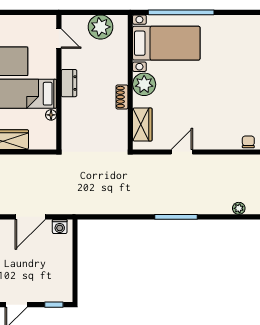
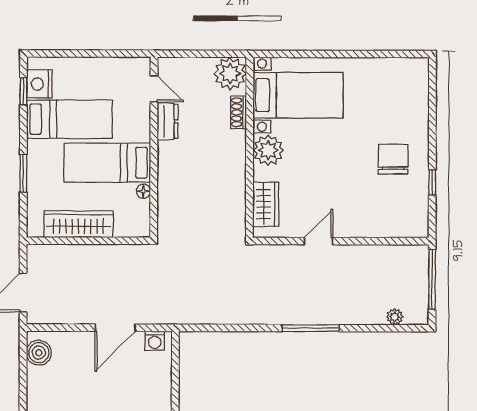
window: (181, 12) -> (318, 54), removed
plant: (100, 27) -> (230, 73), moved
dresser: (69, 83) -> (168, 121), moved
shoe rack: (122, 97) -> (239, 112), moved
chair: (248, 142) -> (393, 159), moved, width x1.87, depth x1.87

